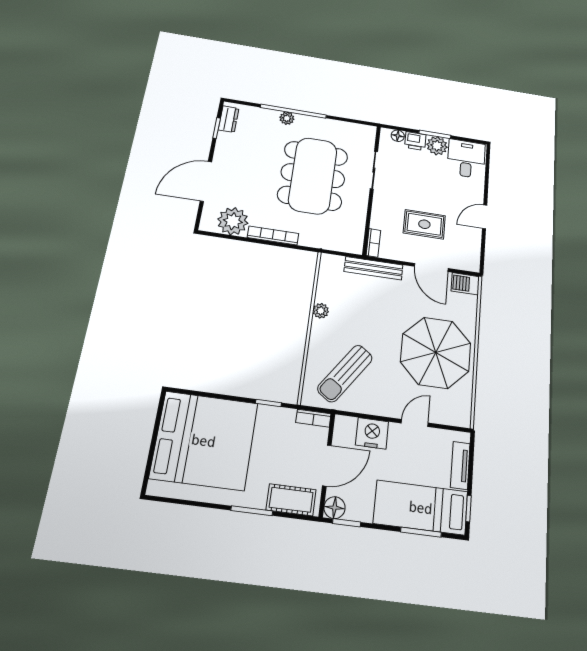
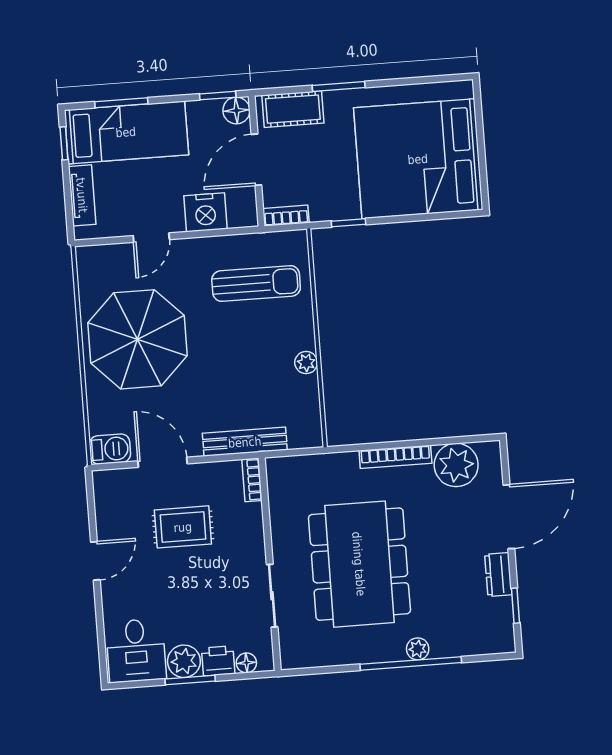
dresser: (229, 119) -> (498, 575), moved
sun lounger: (345, 373) -> (256, 283), turned 55

